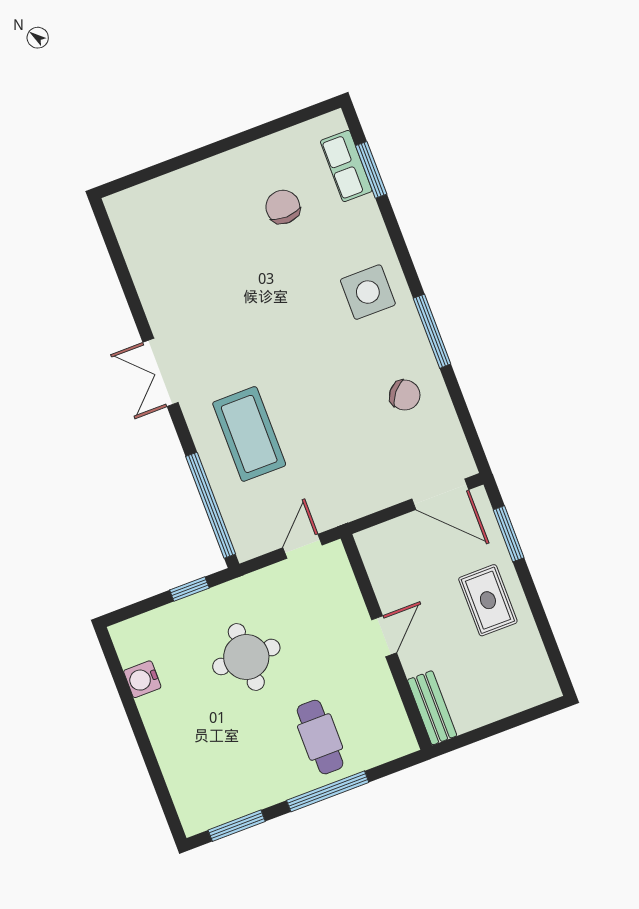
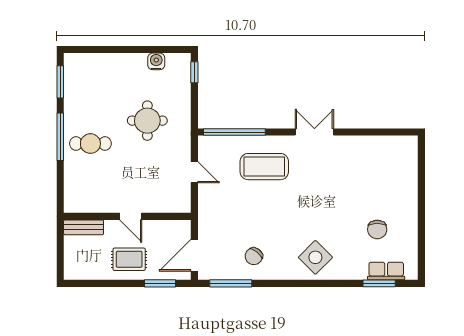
chair: (283, 207) -> (377, 229), turned 91
side table: (368, 292) -> (315, 257), turned 45
window: (432, 331) -> (231, 283), moved
window: (189, 589) -> (194, 72), moved
door: (384, 636) -> (131, 216), moved
wall: (386, 642) -> (127, 216), moved
bench: (432, 708) -> (84, 227), moved

